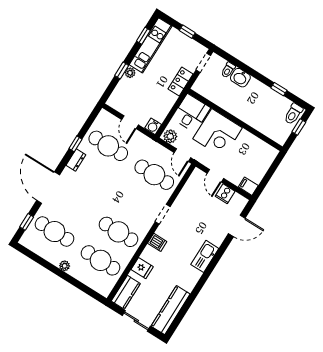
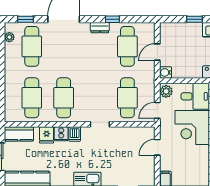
plant: (130, 73) -> (197, 27), removed
cooker: (225, 194) -> (61, 134), moved, turned -90
plant: (65, 266) -> (9, 37), moved

